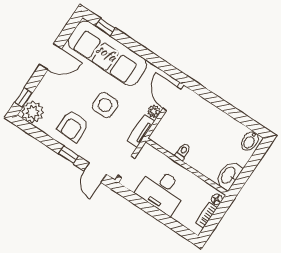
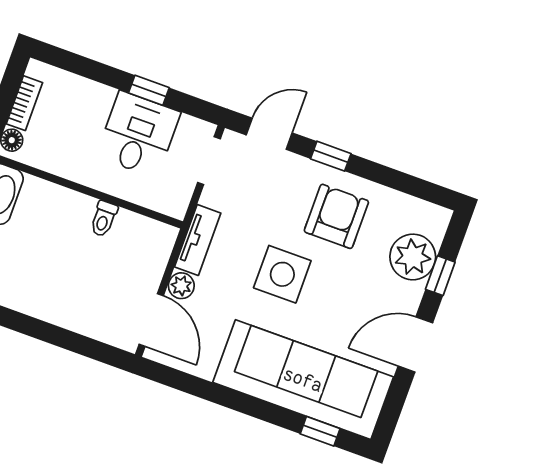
window: (23, 98) -> (440, 276), moved
plant: (33, 112) -> (413, 257), moved
door: (95, 173) -> (269, 134), hinge flipped
desk: (162, 191) -> (138, 134), width x0.73
window: (147, 207) -> (149, 90), added

